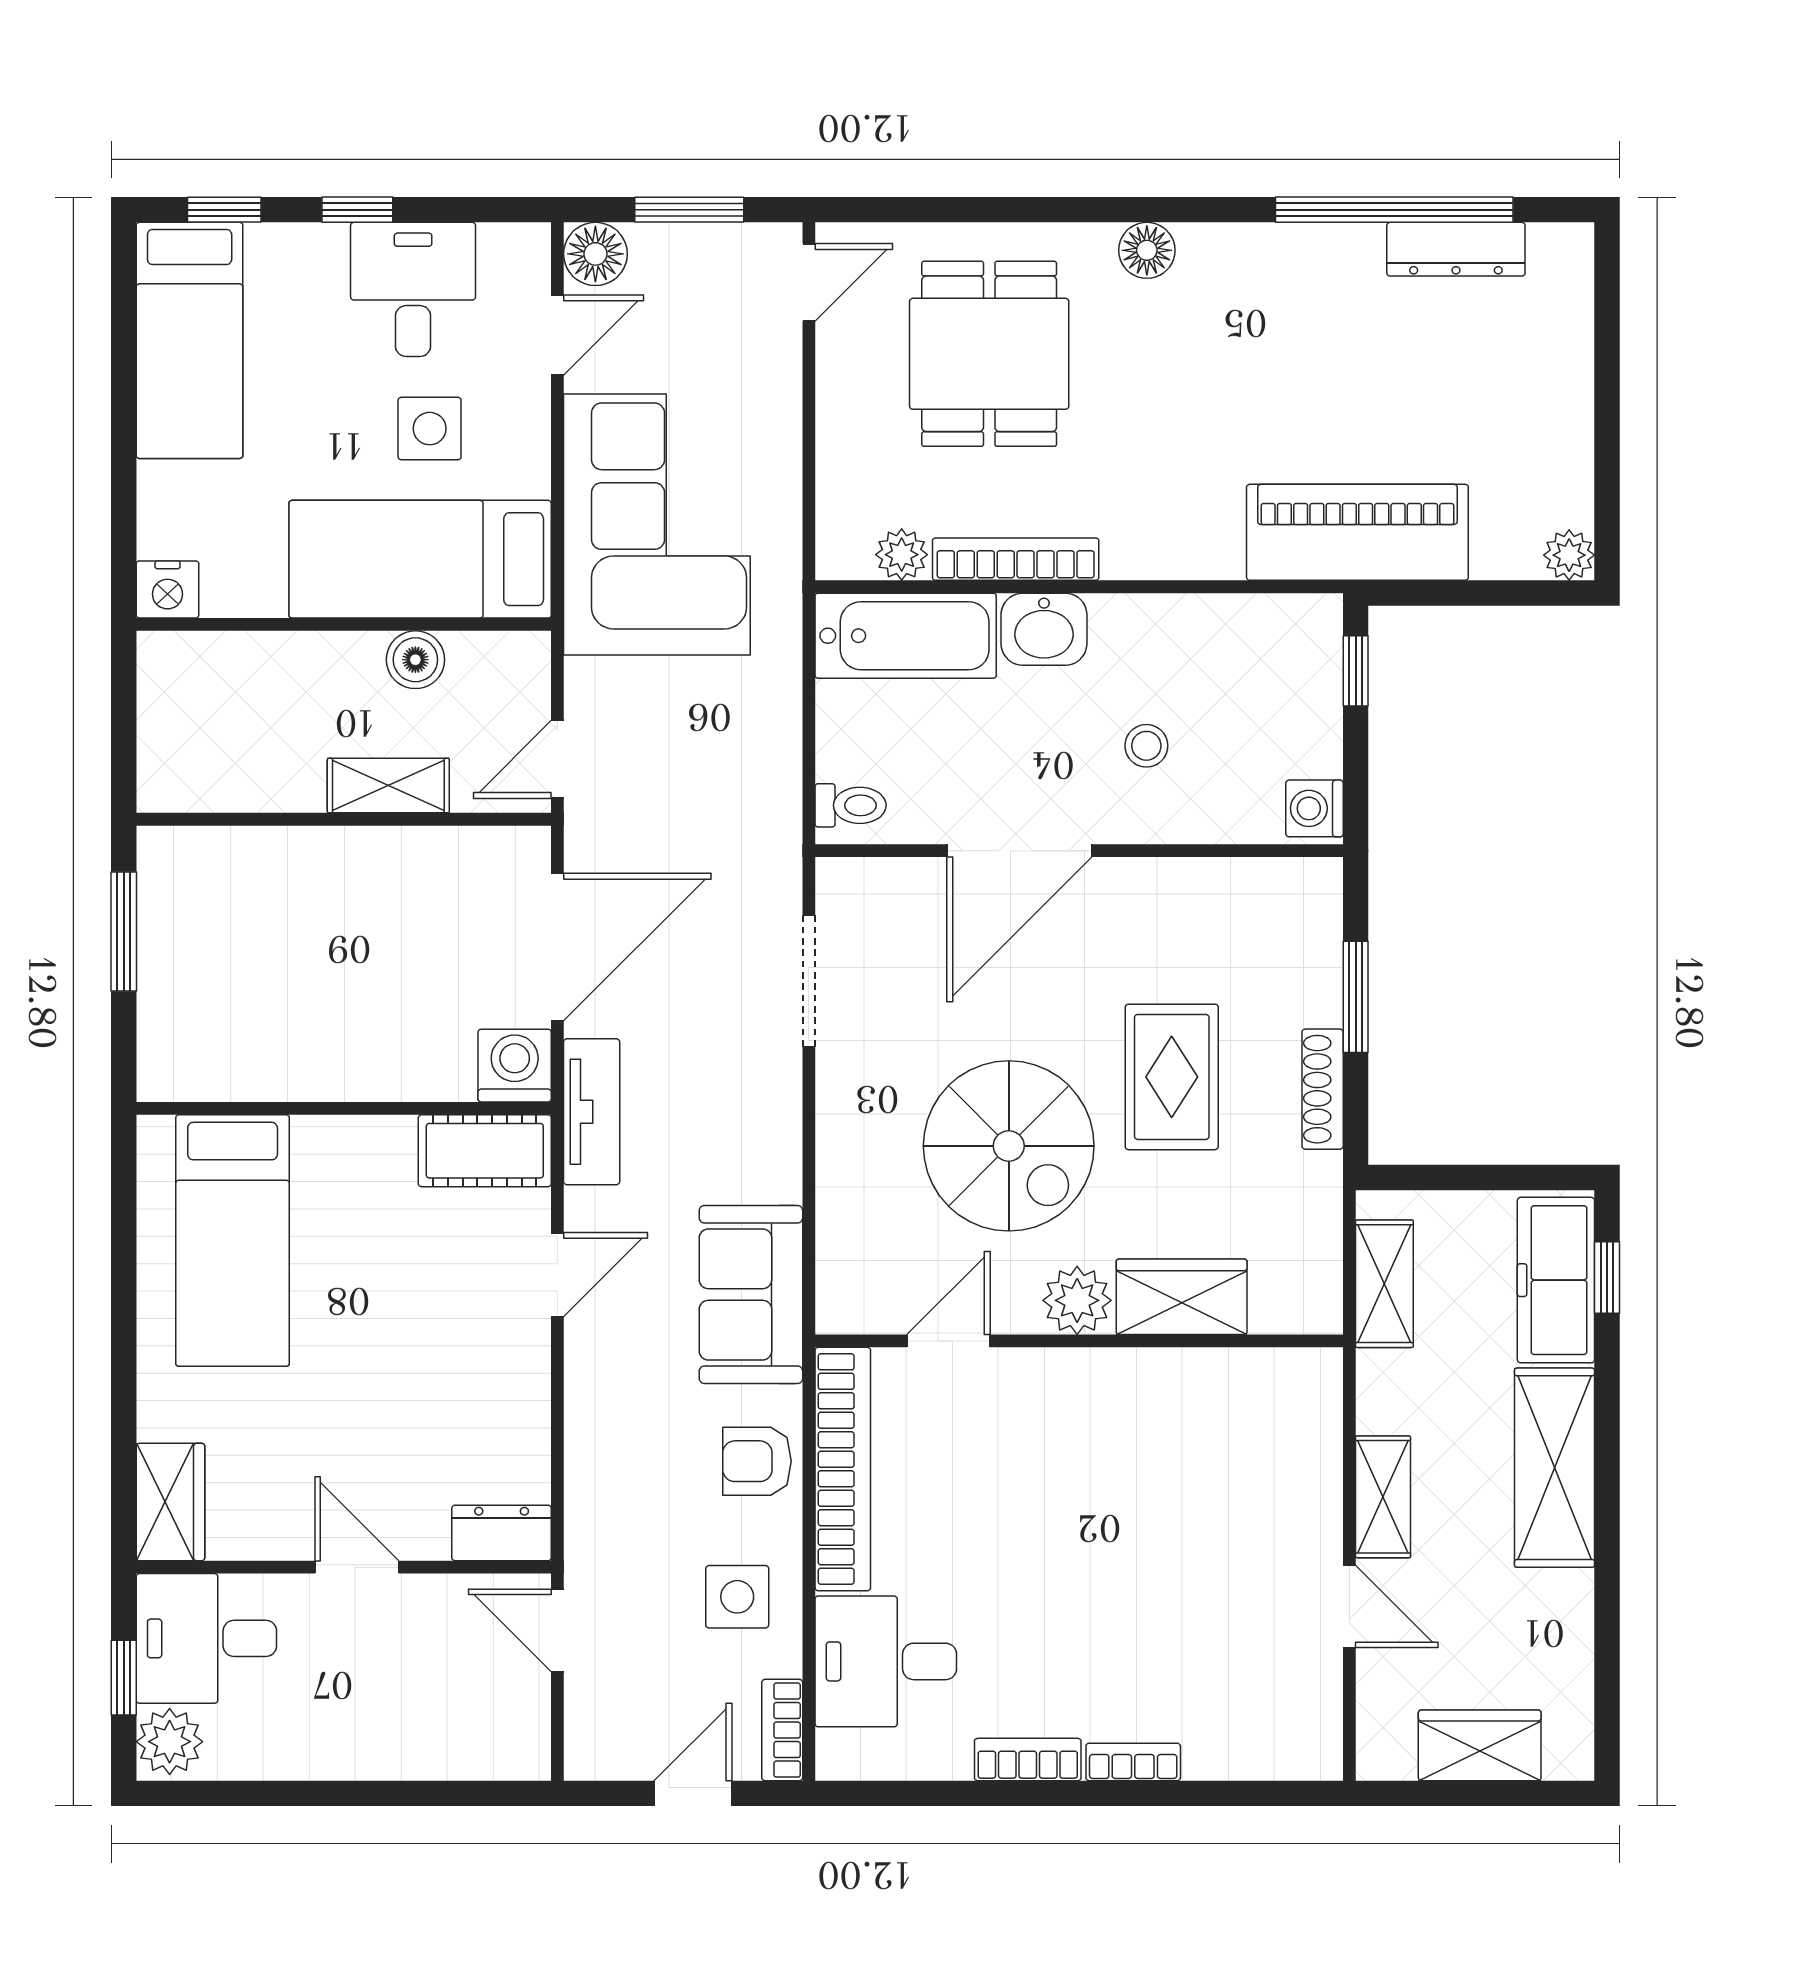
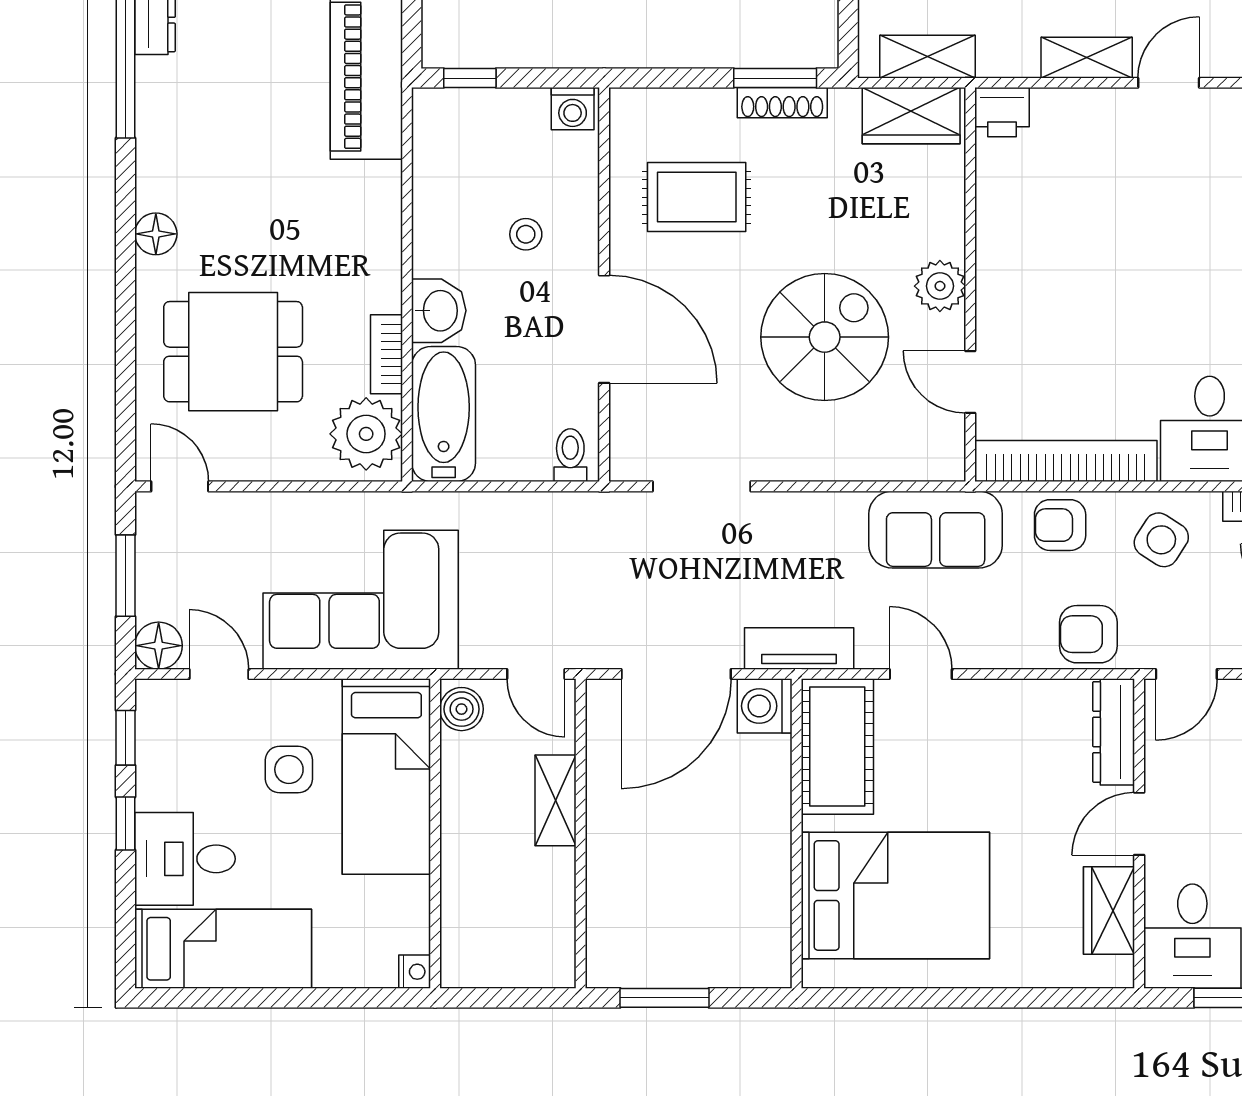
window: (224, 210) -> (125, 738), moved
desk: (413, 289) -> (185, 859), moved
plant: (902, 555) -> (366, 434), width x1.88, depth x1.88
bookcase: (1016, 559) -> (386, 354), width x0.64
nightstand: (168, 589) -> (415, 972), width x0.72, depth x0.74
boiler: (415, 660) -> (462, 709), moved
door: (557, 947) -> (676, 674), swing flipped
window: (1356, 997) -> (775, 78), moved
rug: (1172, 1077) -> (697, 197), moved
cot: (485, 1151) -> (837, 747), width x1.37, depth x1.34
bed: (233, 1241) -> (895, 895), width x1.50
wardrobe: (1182, 1297) -> (911, 116), moved, turned -90
printer: (1310, 1384) -> (1002, 112), added
armchair: (757, 1461) -> (1060, 525), turned 90
armchair: (611, 1499) -> (1088, 634), added
wardrobe: (170, 1502) -> (1109, 911), moved, turned -90
dresser: (502, 1533) -> (1114, 732), width x1.44
side table: (737, 1597) -> (1161, 540), turned 33

